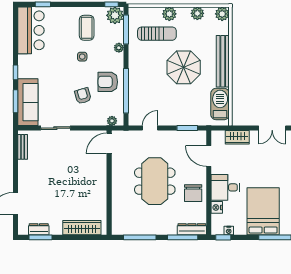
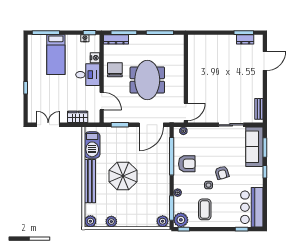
plant: (169, 14) -> (163, 221), moved
sun lounger: (157, 34) -> (145, 205), removed
armchair: (83, 96) -> (222, 173), moved
door: (150, 128) -> (151, 125), width x1.88
bed: (263, 211) -> (56, 55), width x0.67
wardrobe: (82, 228) -> (209, 41), removed

